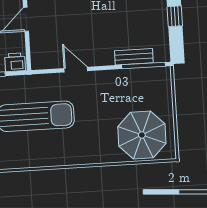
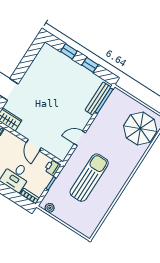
bench: (134, 57) -> (98, 99), width x1.36

